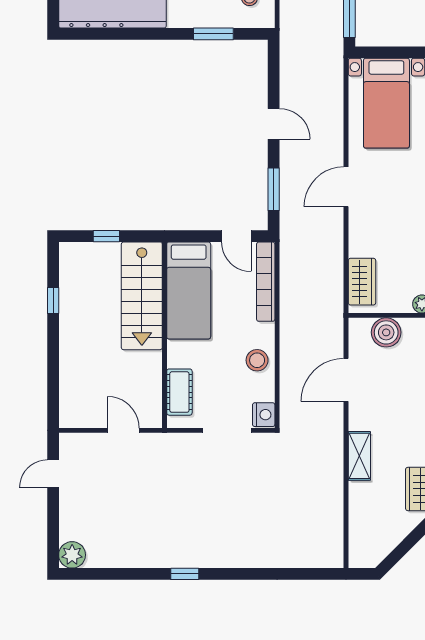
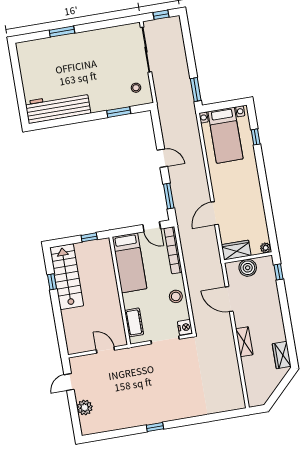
door: (346, 187) -> (215, 213), moved
window: (106, 236) -> (89, 237), moved
wardrobe: (362, 282) -> (236, 250), moved, turned -90
stairs: (142, 296) -> (67, 277), moved, turned 180
door: (346, 380) -> (229, 299), hinge flipped
plant: (72, 555) -> (85, 408), moved

